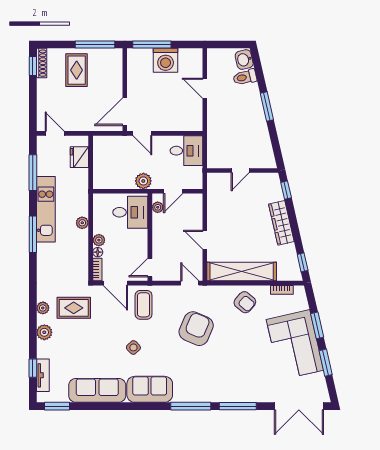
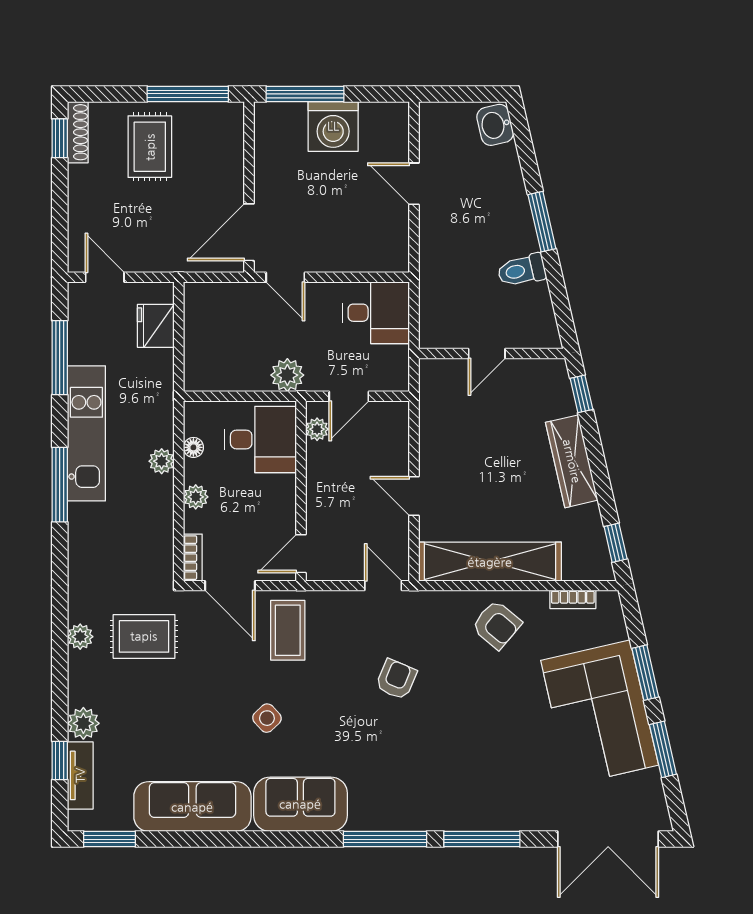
toilet: (245, 77) -> (522, 270), moved
floor lamp: (98, 252) -> (193, 447), moved
armchair: (196, 329) -> (396, 679), width x0.53, depth x0.53
plant: (44, 332) -> (83, 723), moved

